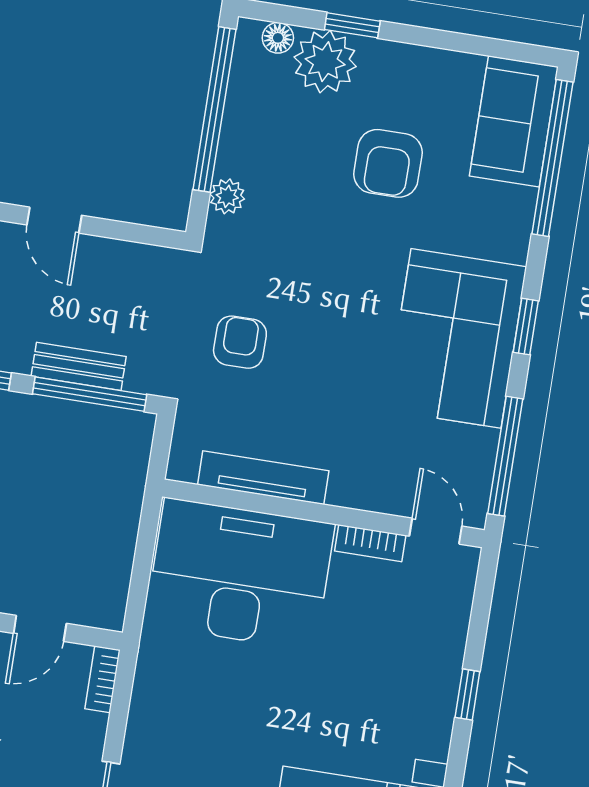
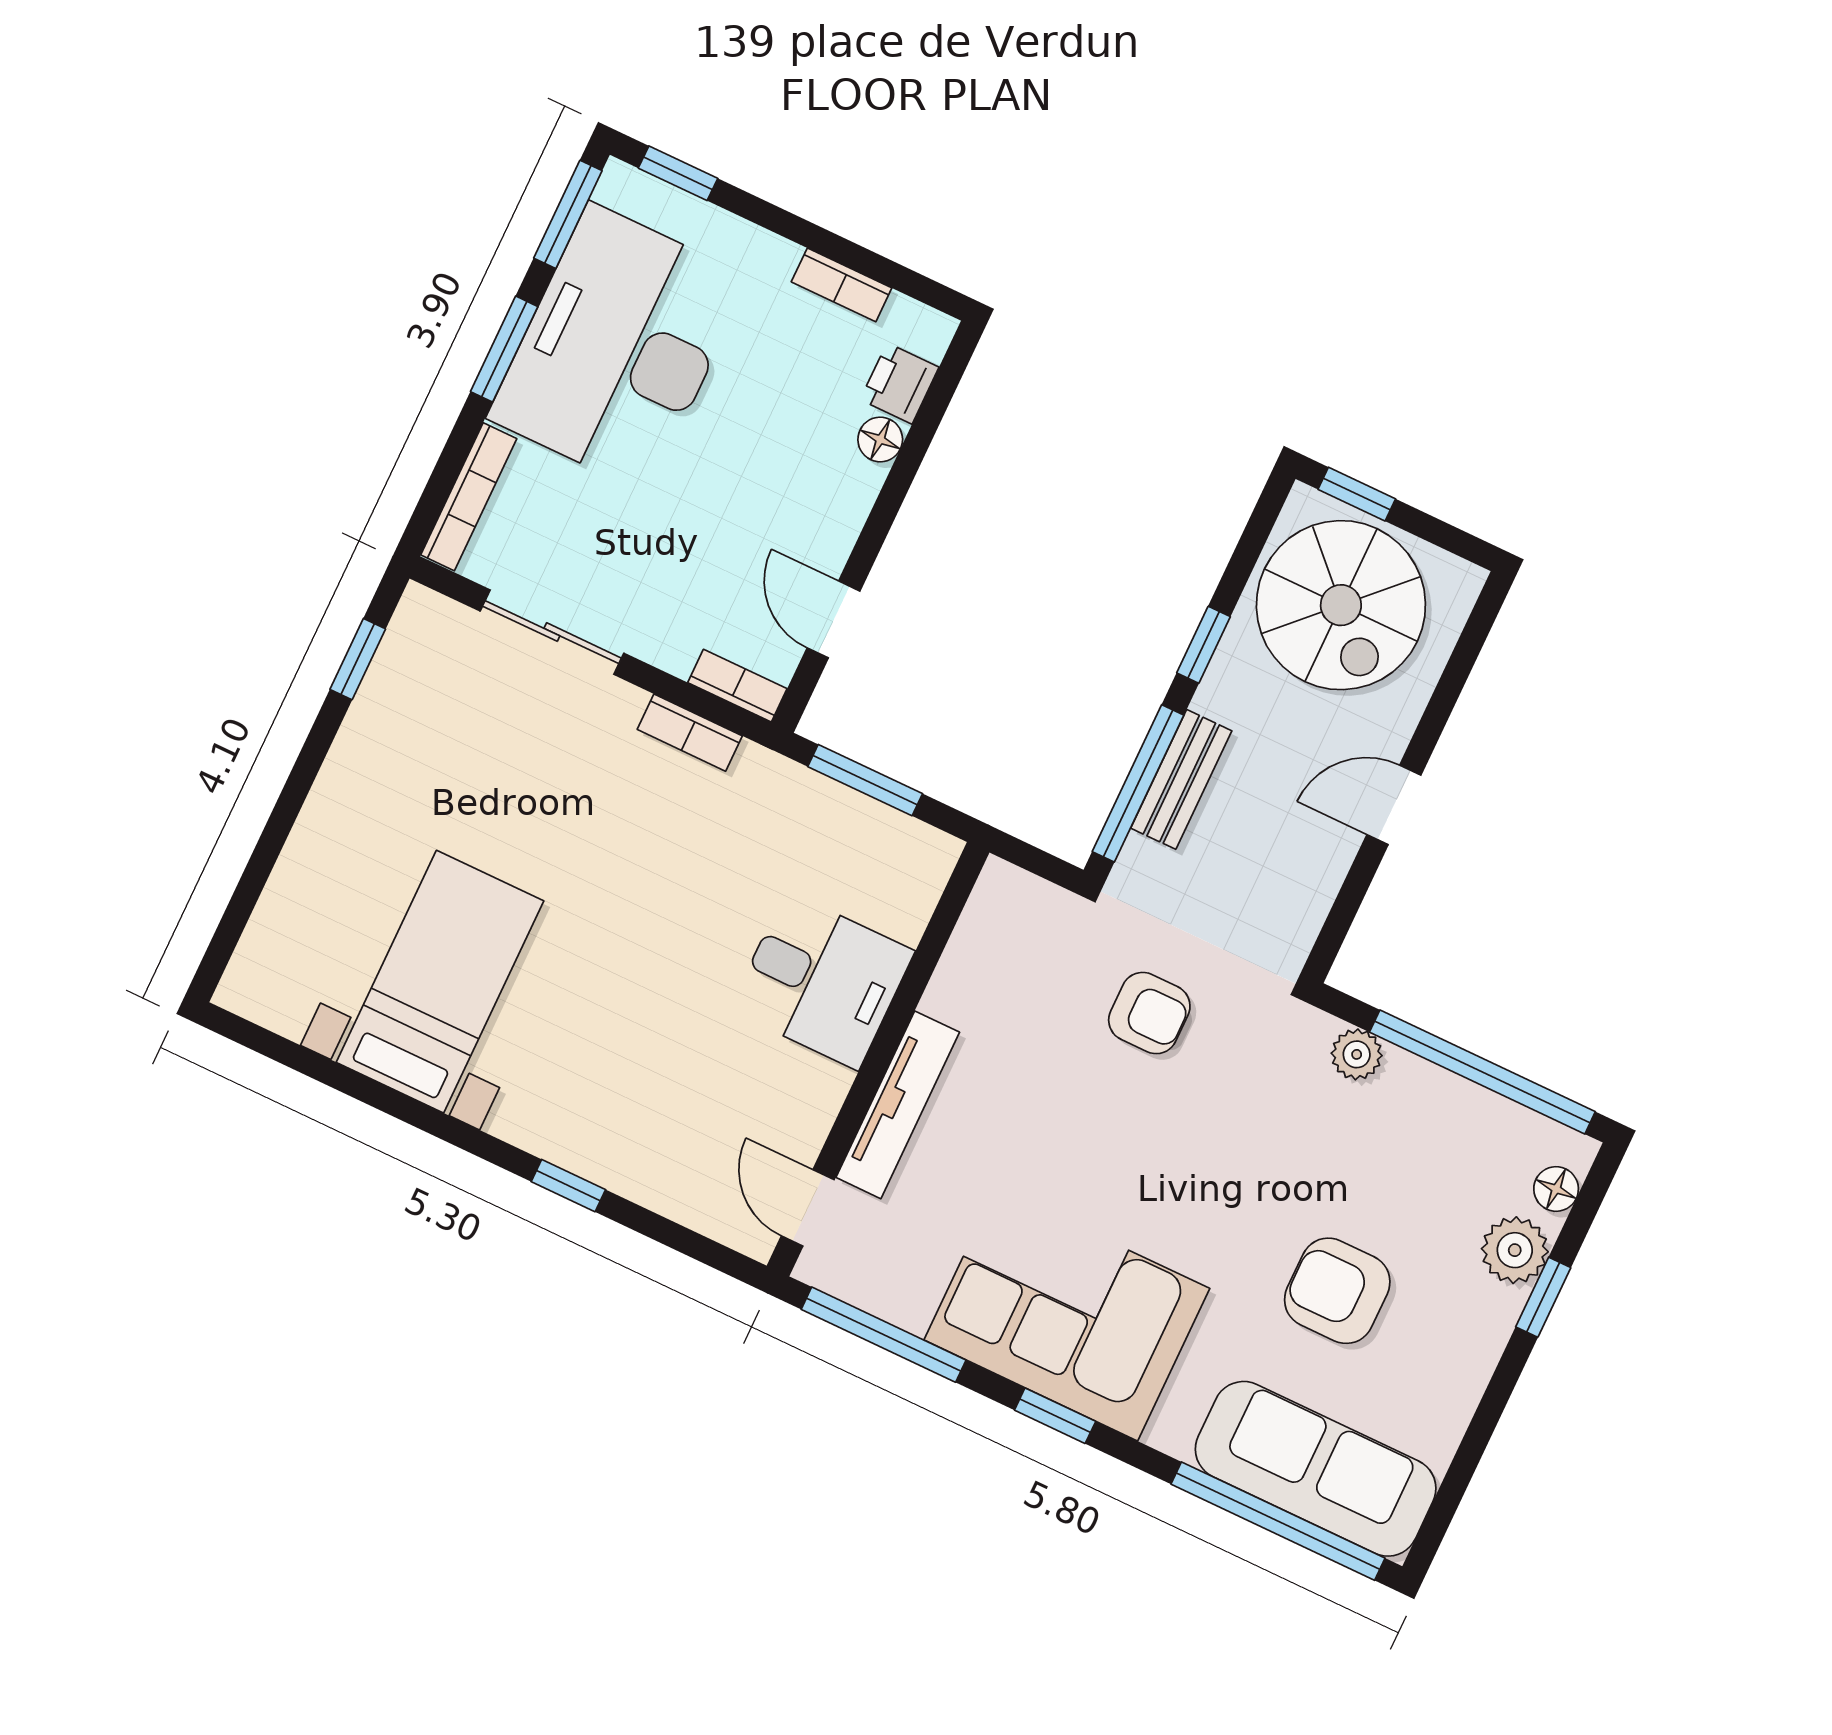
plant: (325, 62) -> (1515, 1250), width x0.73, depth x0.73
sofa: (514, 121) -> (1316, 1469), width x1.36
tv unit: (263, 478) -> (898, 1105), moved
door: (436, 531) -> (808, 1208), swing flipped
bookcase: (370, 543) -> (690, 733), moved, turned -90
desk: (240, 574) -> (822, 981), width x0.53, depth x0.77
window: (141, 576) -> (865, 780), added

